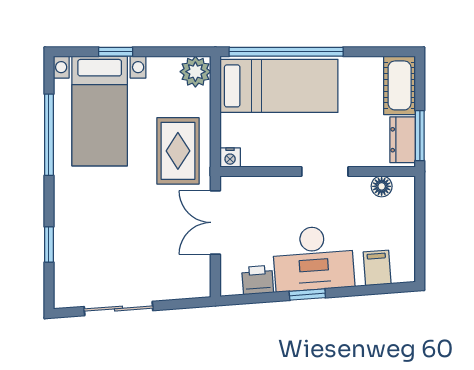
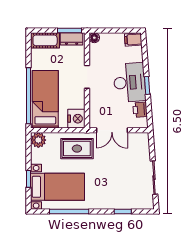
nightstand: (230, 157) -> (76, 119), width x1.89, depth x1.79
floor lamp: (382, 186) -> (94, 38), moved
filing cabinet: (377, 268) -> (133, 40), moved

